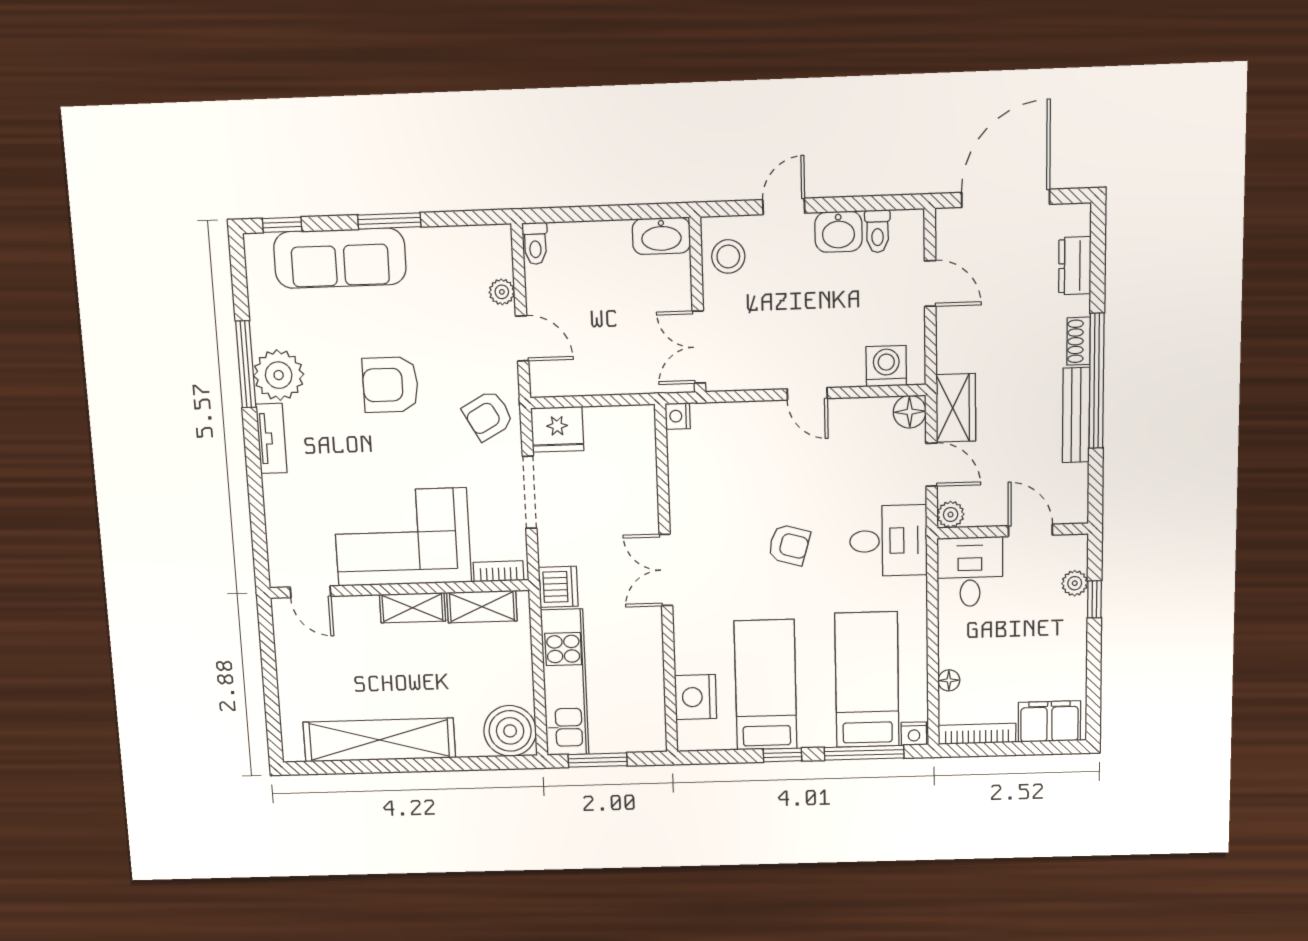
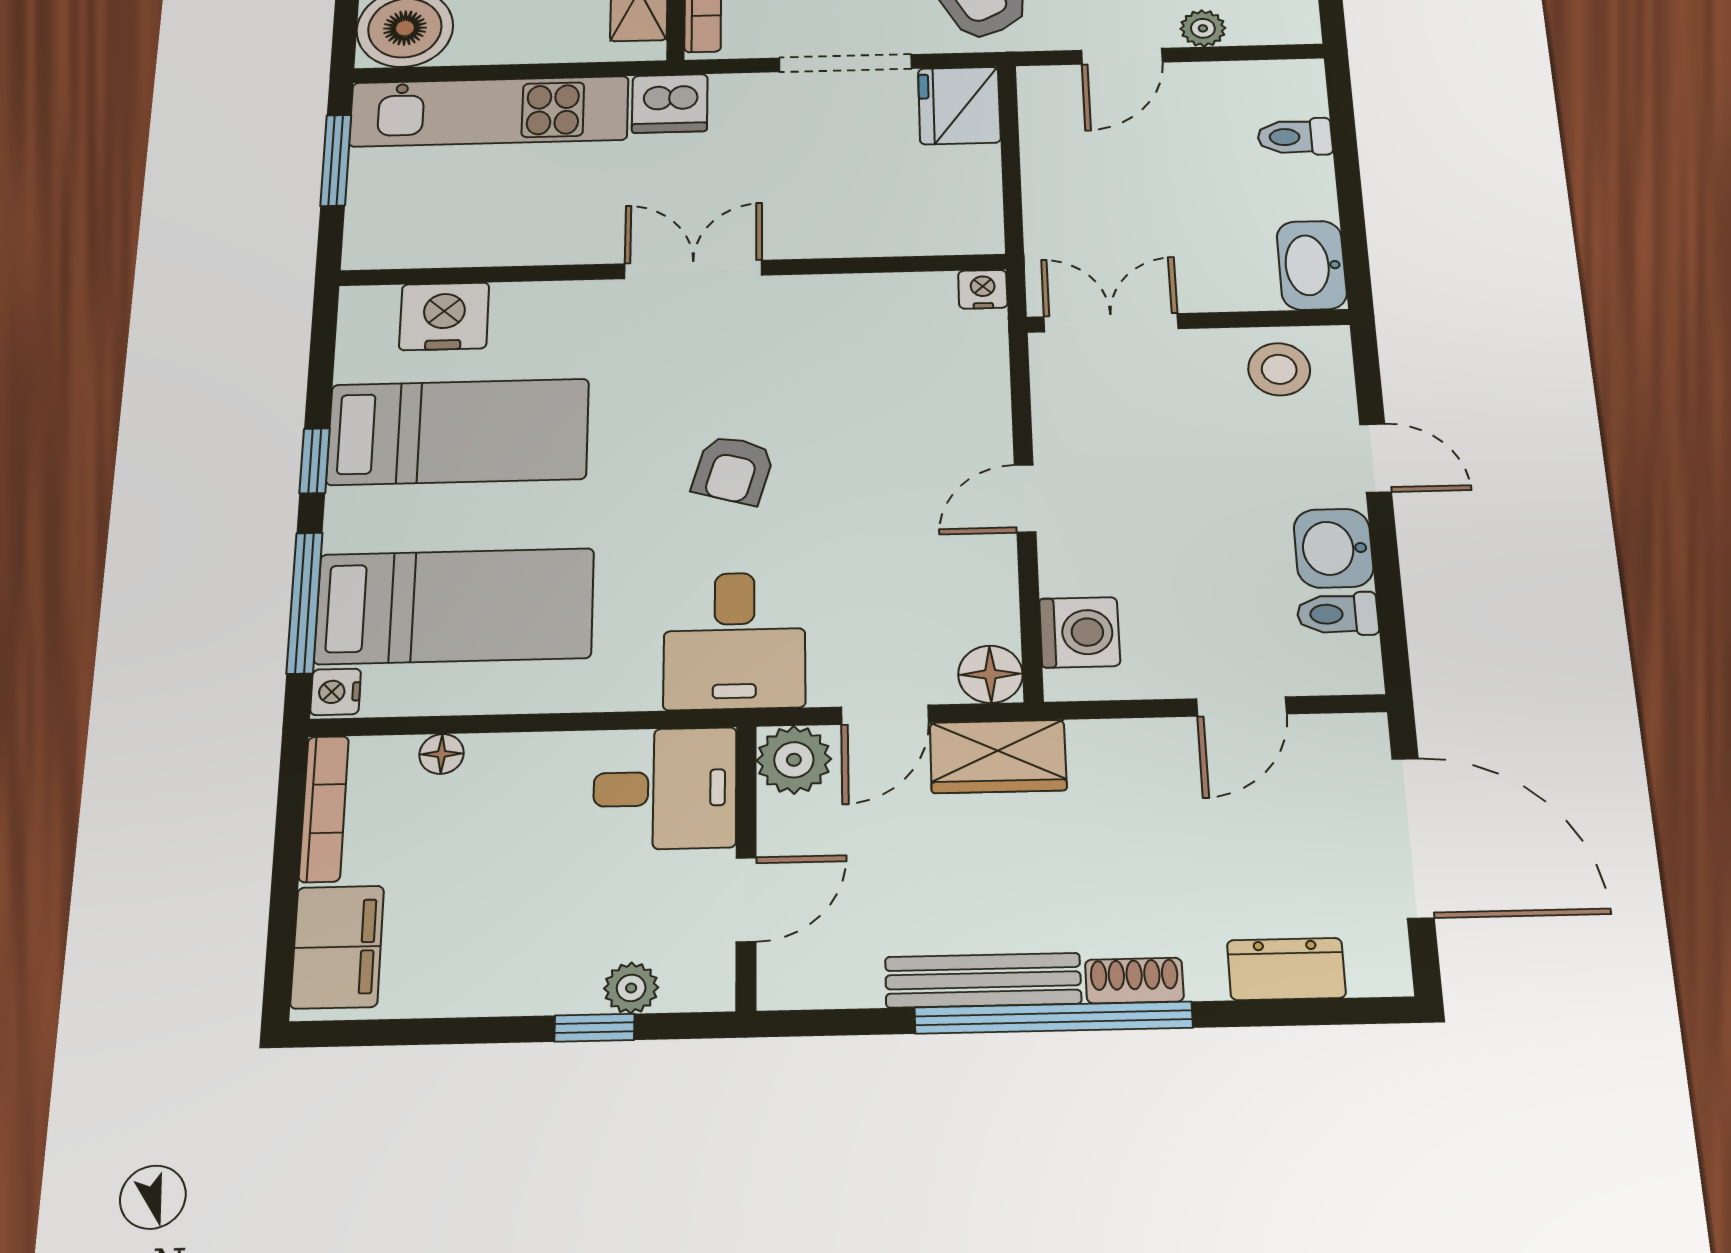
toilet: (535, 243) -> (1295, 137), moved
plant: (951, 514) -> (794, 760), width x1.38, depth x1.38

